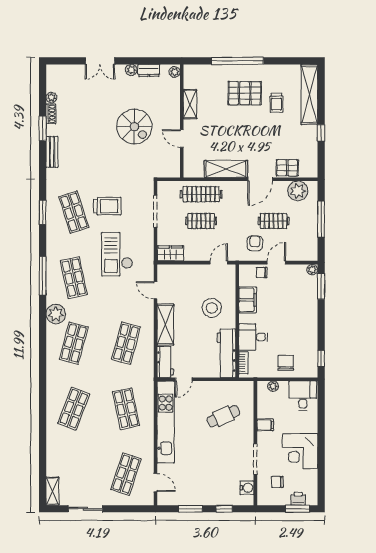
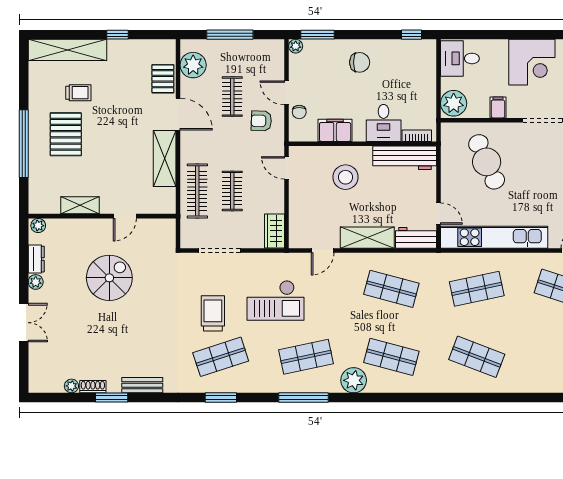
chair: (286, 363) -> (360, 62), moved, turned 180
plant: (273, 386) -> (454, 103), width x1.87, depth x1.87
cafe table: (223, 416) -> (487, 162), width x1.37, depth x1.35

